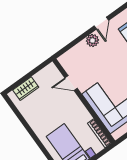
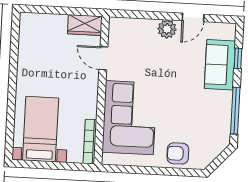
wardrobe: (26, 89) -> (85, 25), moved

